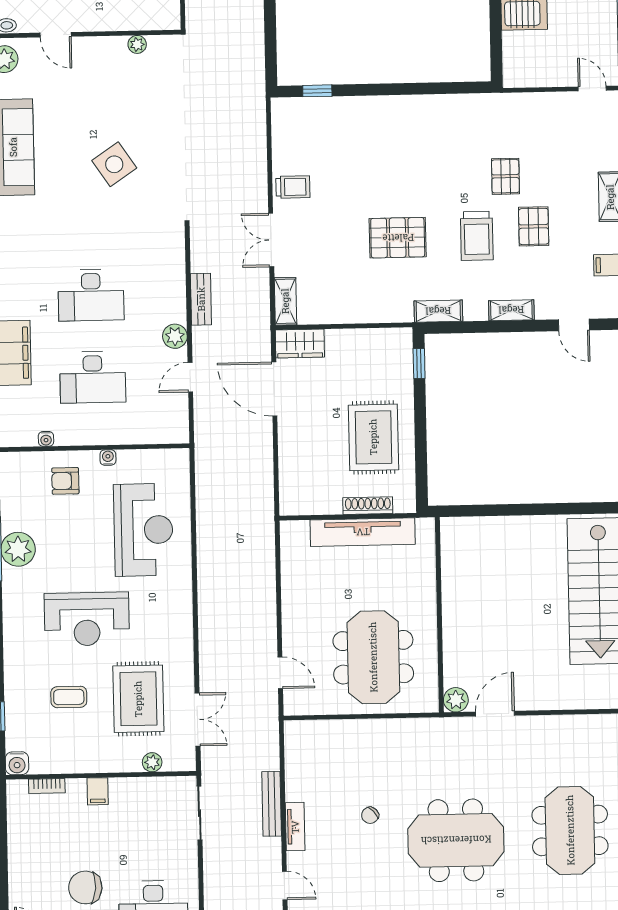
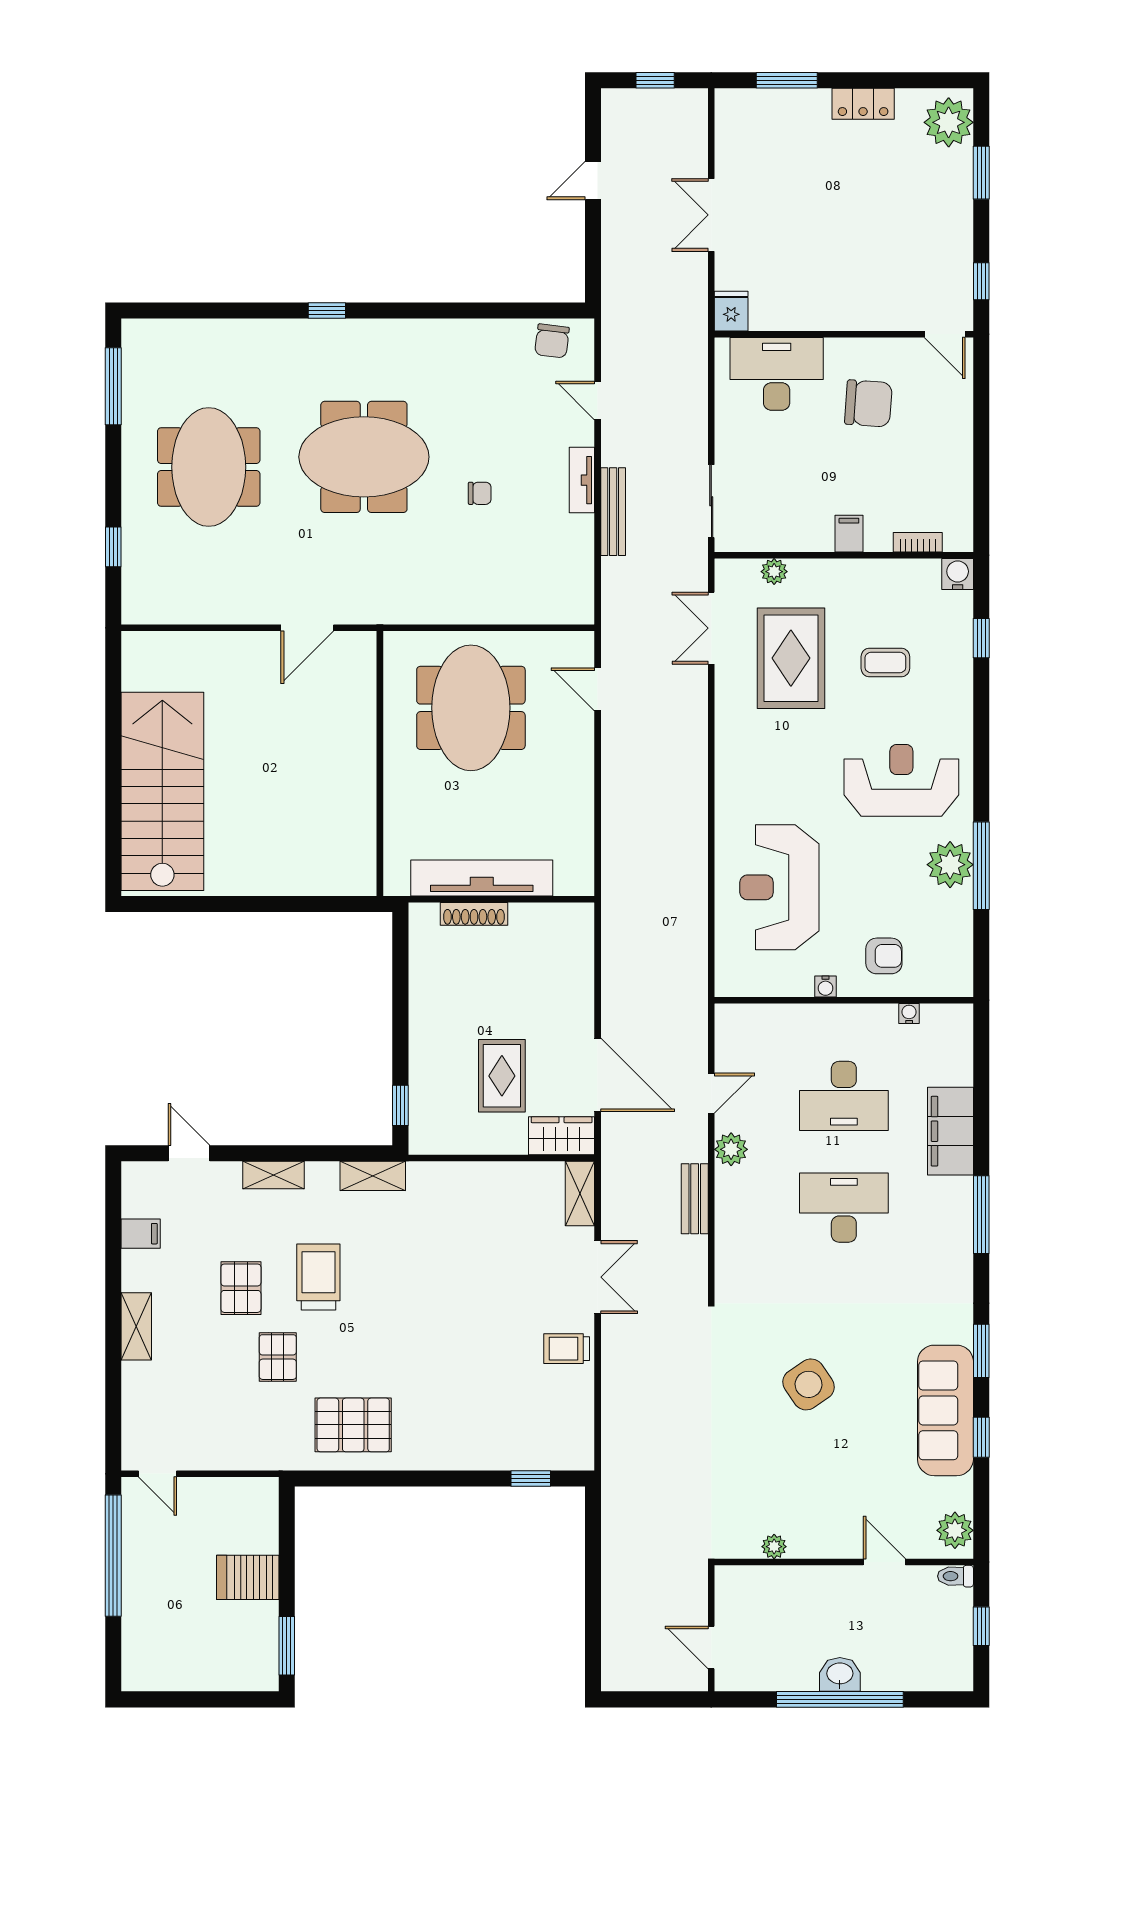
pallet: (398, 238) -> (353, 1425), moved
desk: (93, 377) -> (844, 1096), turned 180
rug: (373, 437) -> (502, 1076), moved, width x0.73, depth x0.70
reception desk: (87, 619) -> (901, 780), moved
plant: (456, 700) -> (360, 648), removed
chair: (370, 815) -> (480, 493), turned 44

